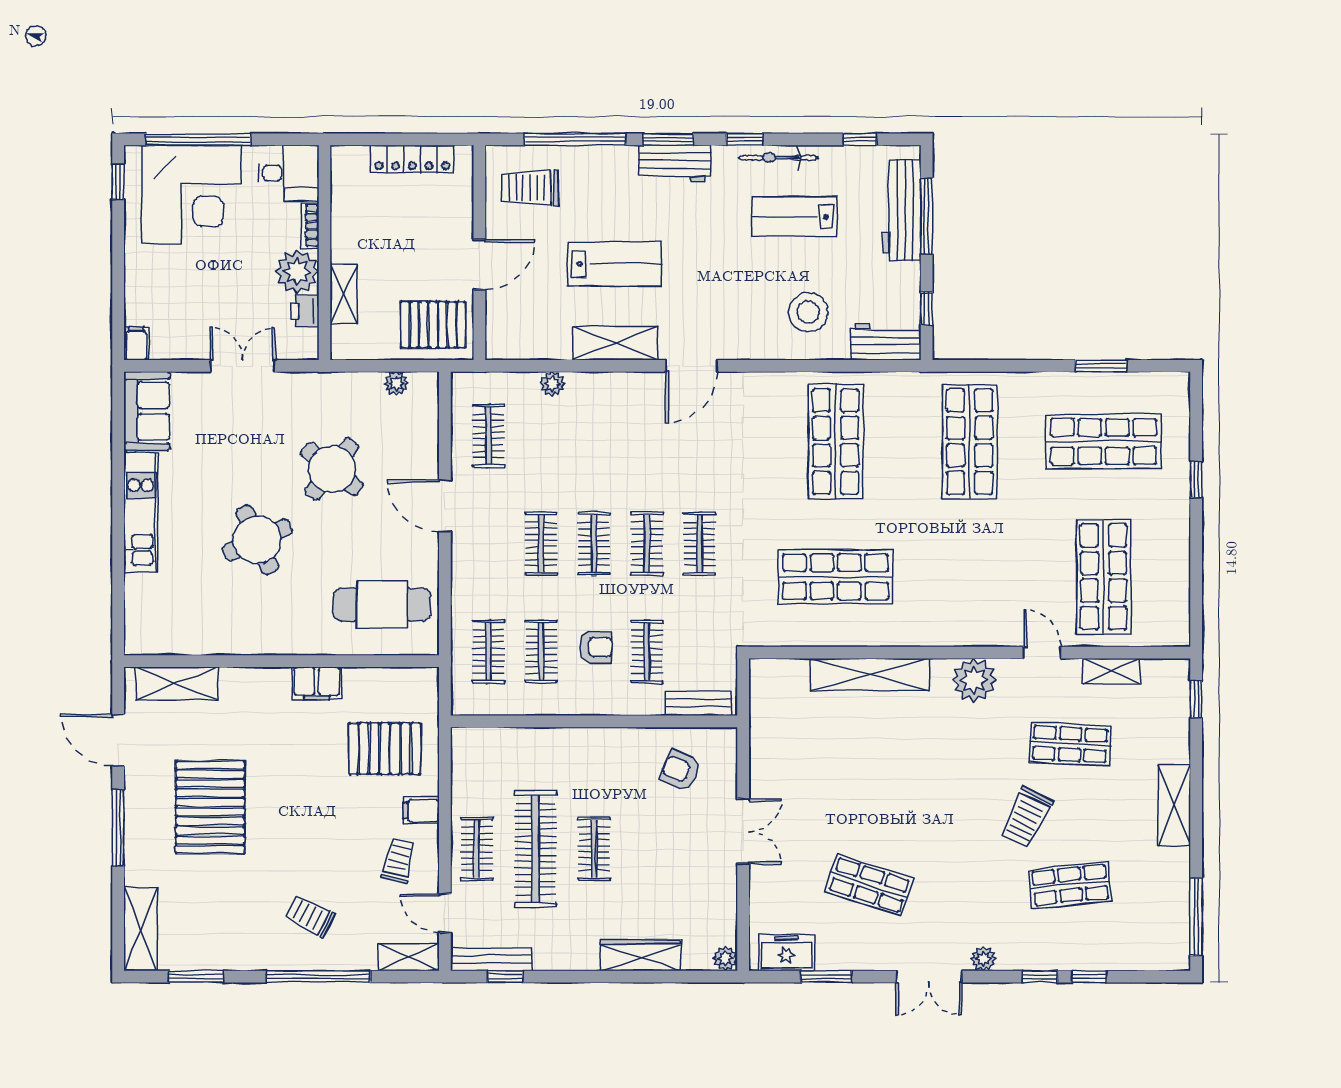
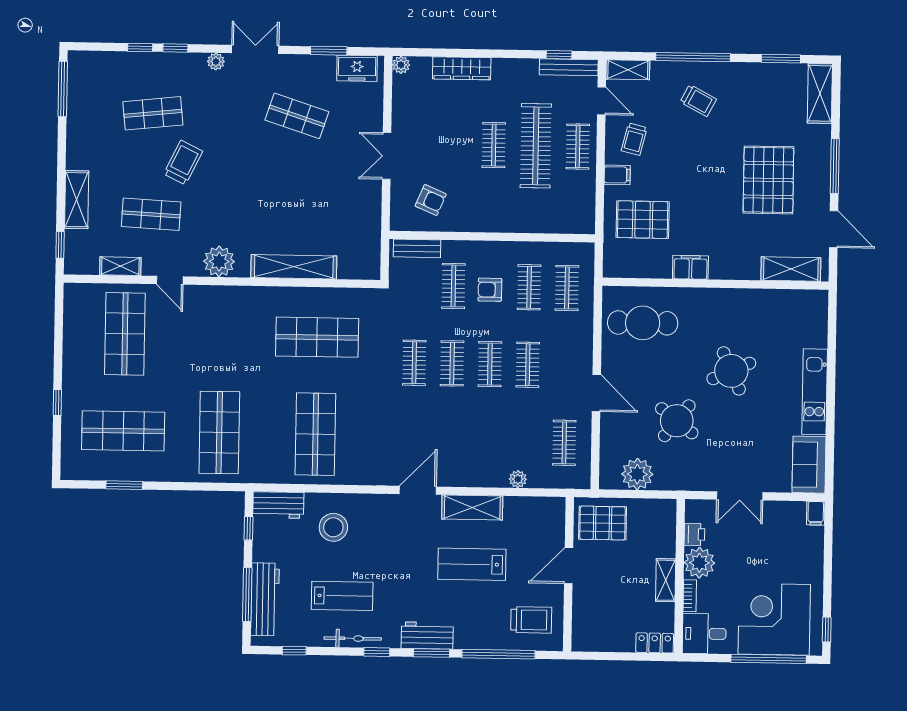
locker: (412, 159) -> (655, 643), moved, width x0.66
shelving: (344, 294) -> (666, 580), moved
plant: (396, 383) -> (637, 474), width x1.88, depth x1.88
shelving: (1174, 805) -> (77, 200), moved

